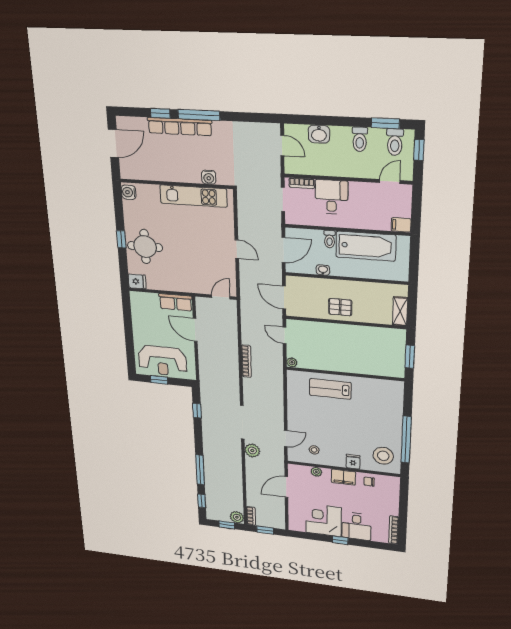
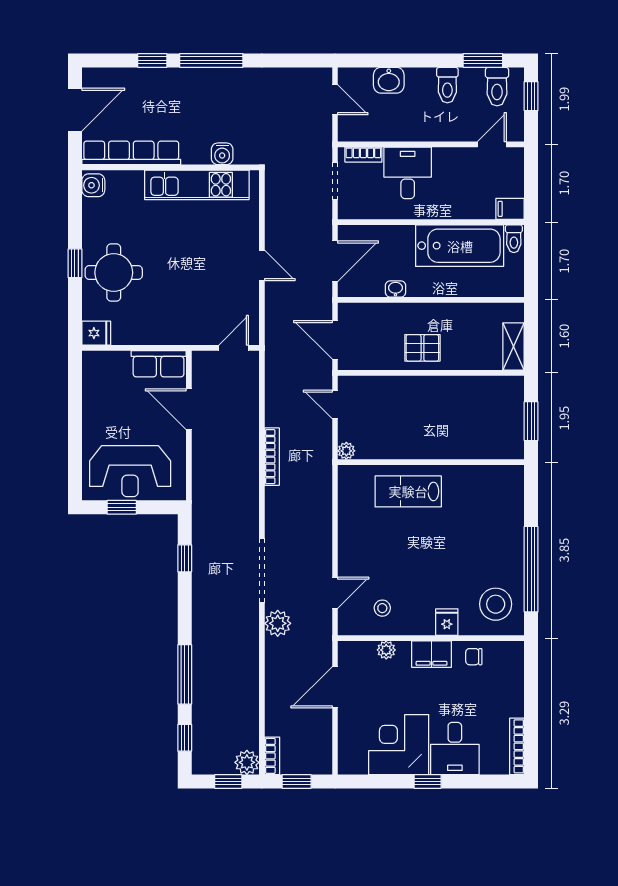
row of seats: (180, 127) -> (131, 153), moved, turned 180
toilet: (330, 239) -> (514, 239), moved

